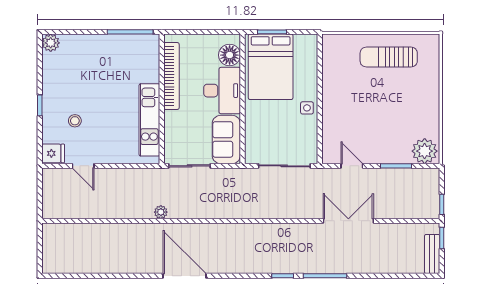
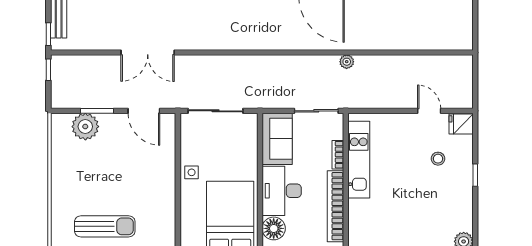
bookcase: (169, 125) -> (338, 155), added
plant: (425, 151) -> (85, 127), moved
door: (352, 166) -> (144, 111), width x1.38

